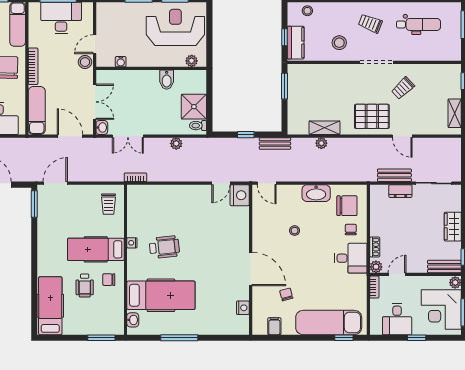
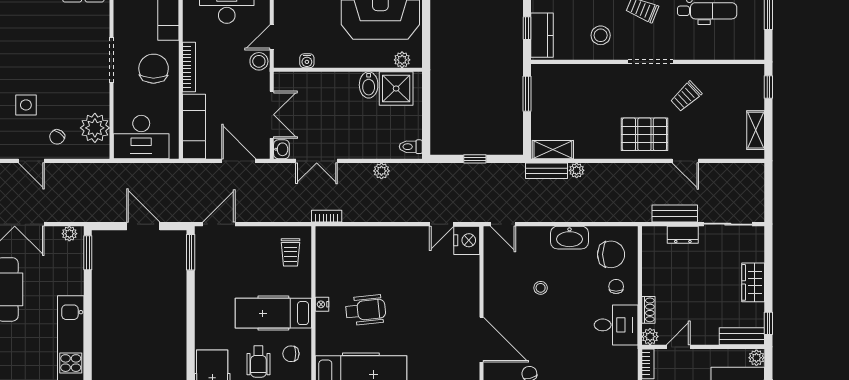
shower: (194, 107) -> (396, 89), moved
shelving: (324, 128) -> (553, 150), moved
bench: (275, 143) -> (547, 171), moved

